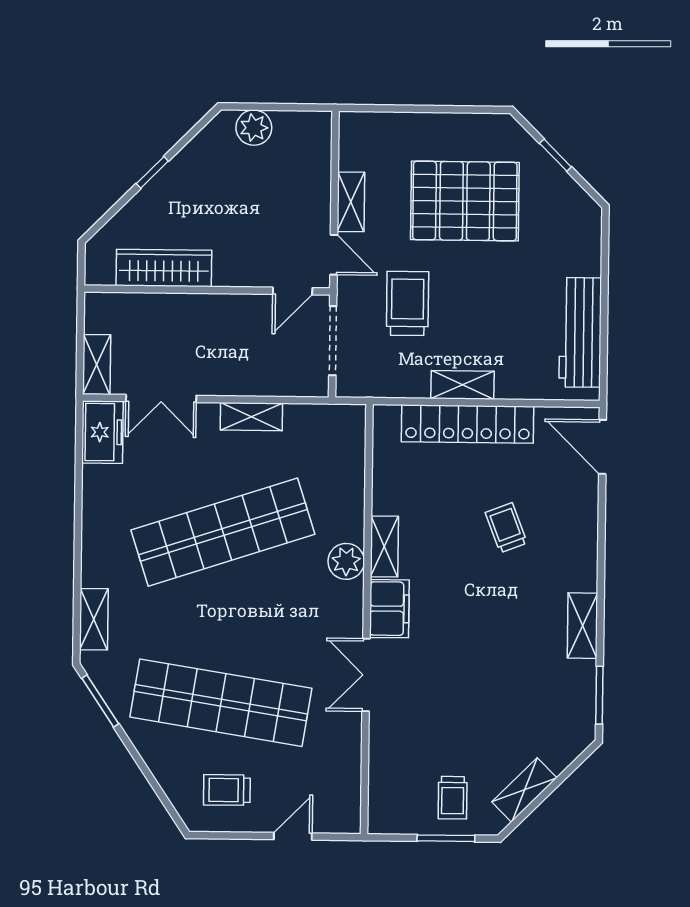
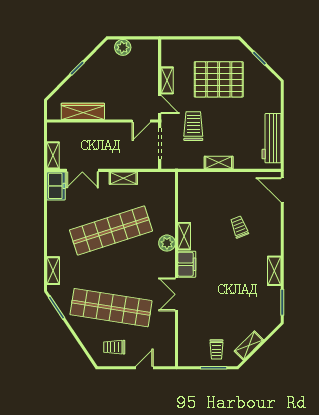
locker: (468, 424) -> (221, 180), removed

